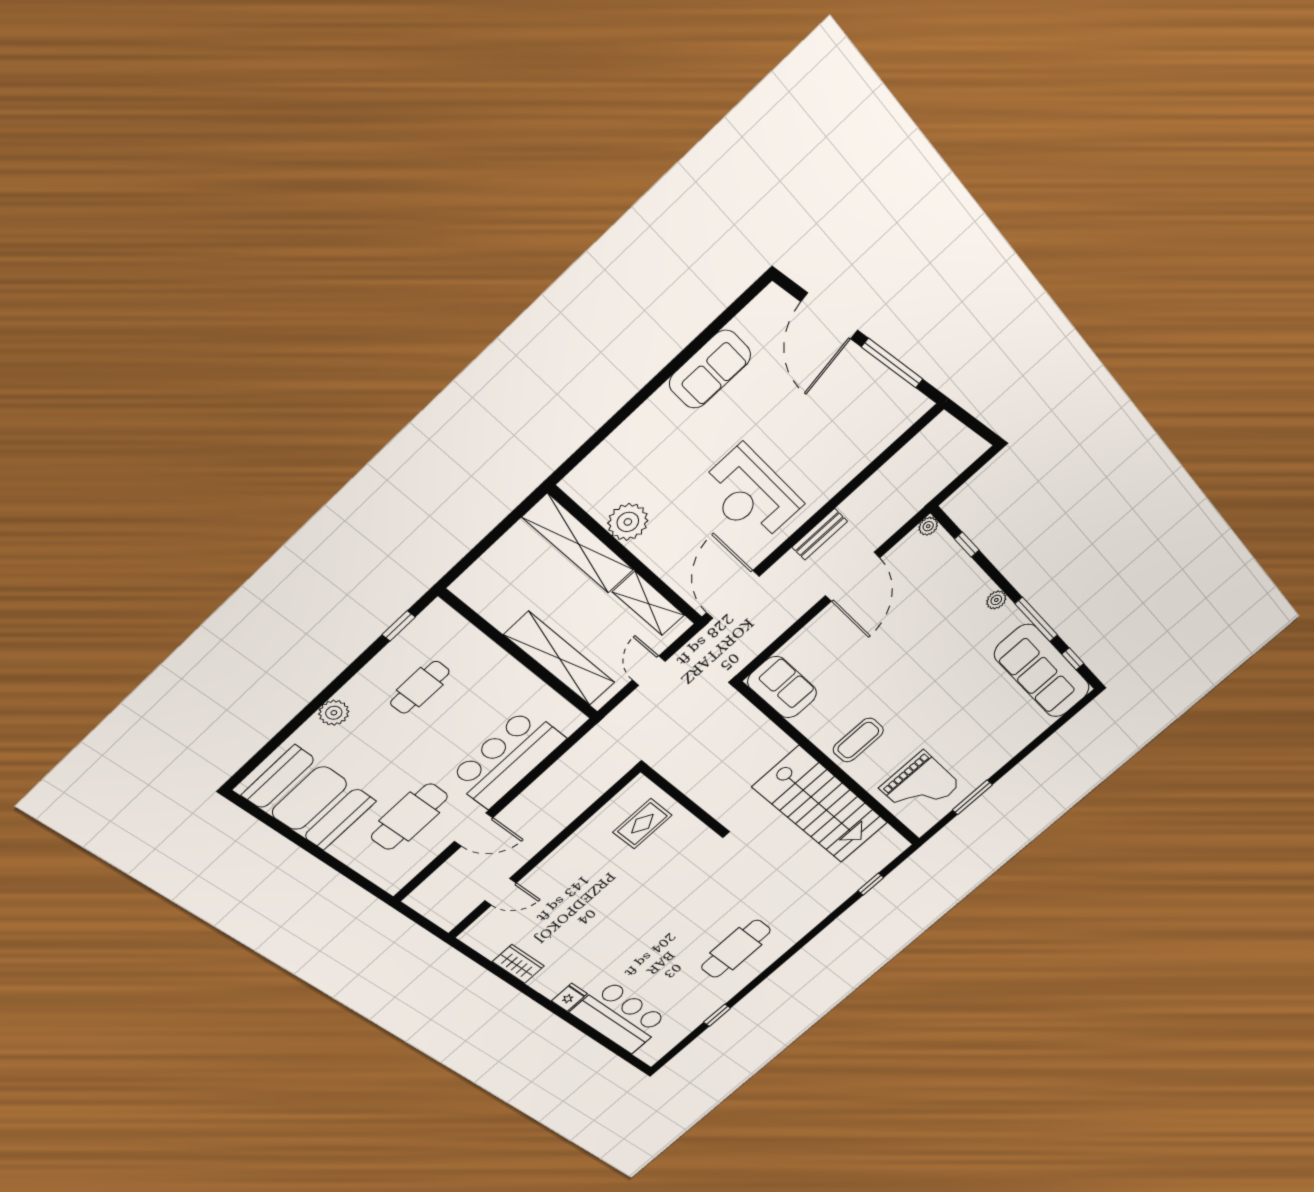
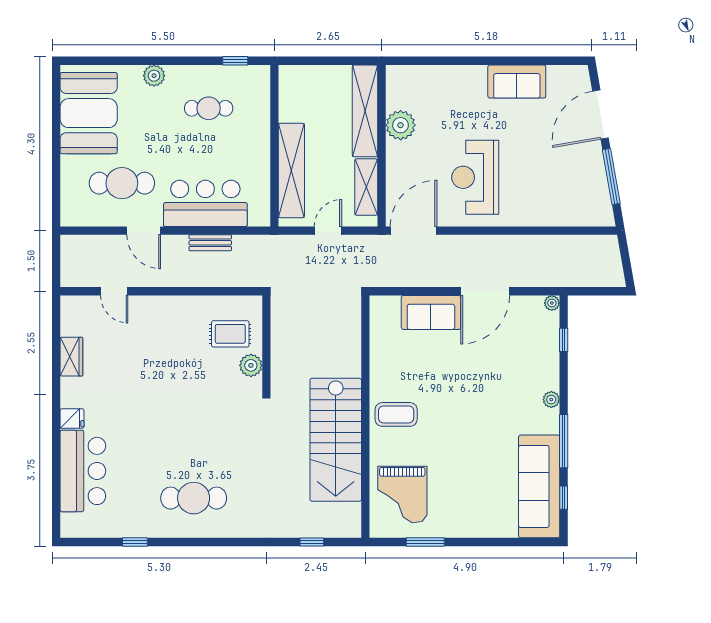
bench: (820, 534) -> (210, 243), moved
sofa: (782, 687) -> (431, 312), moved, turned 90
plant: (687, 827) -> (251, 365), added

